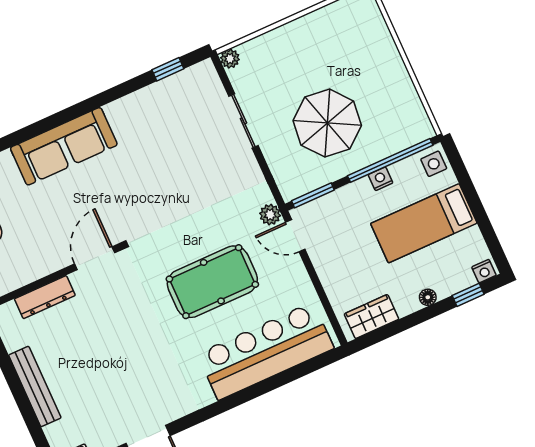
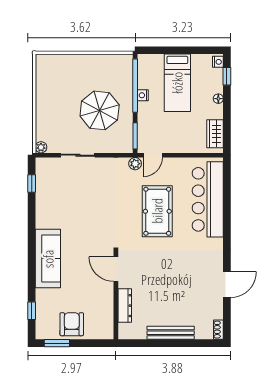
side table: (434, 164) -> (148, 63), removed

